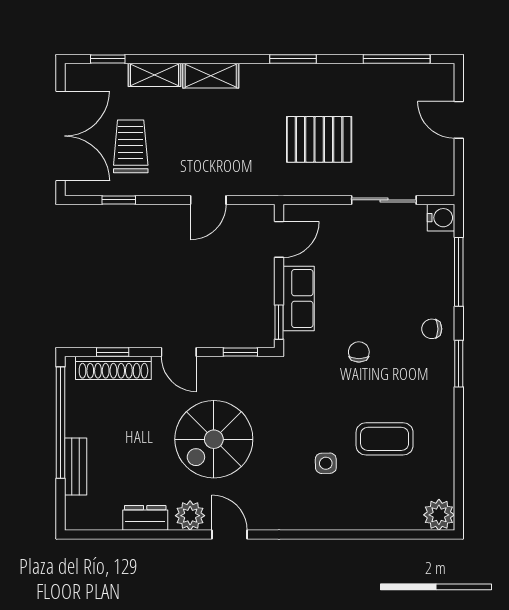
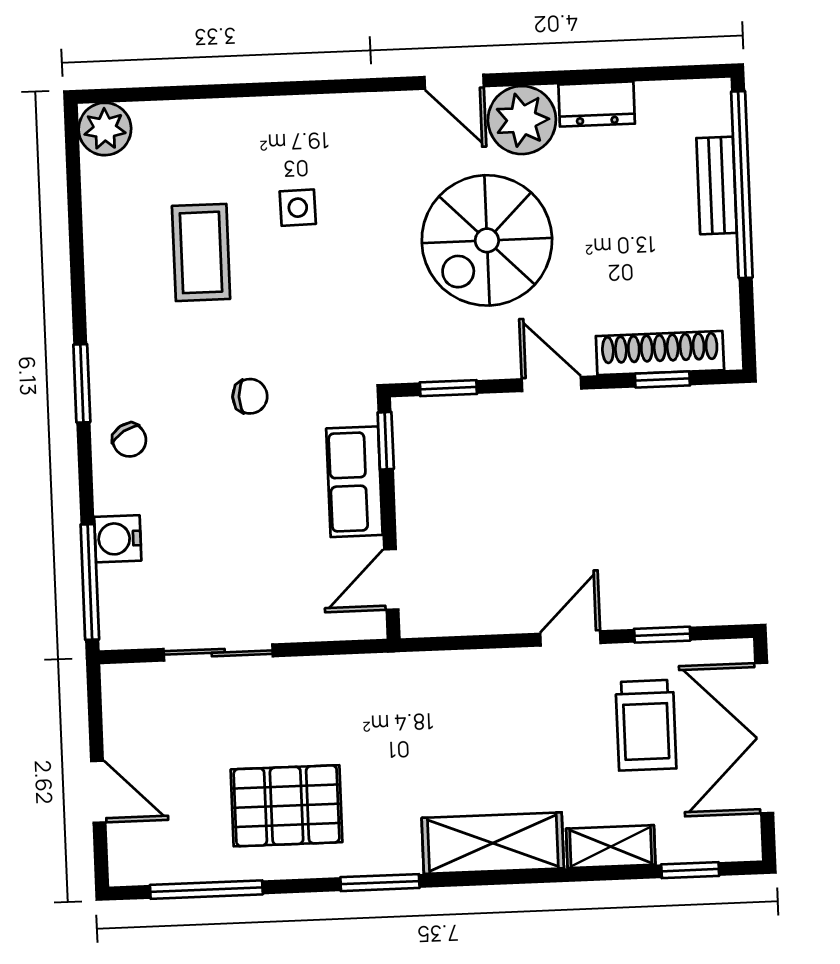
shelving: (211, 76) -> (493, 843), width x1.50, depth x1.33
pallet: (319, 139) -> (287, 806), moved
door: (208, 200) -> (570, 638), moved
water cooler: (441, 218) -> (118, 539), moved
window: (459, 272) -> (90, 582), moved
chair: (432, 329) -> (129, 440), turned 59
chair: (359, 352) -> (250, 396), turned -90
window: (61, 423) -> (742, 185), moved
spiral stairs: (214, 439) -> (487, 240), turned 180
coffee table: (385, 439) -> (201, 252), turned 90
plant: (190, 516) -> (522, 120), width x1.36, depth x1.36

